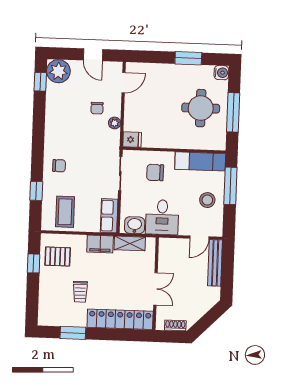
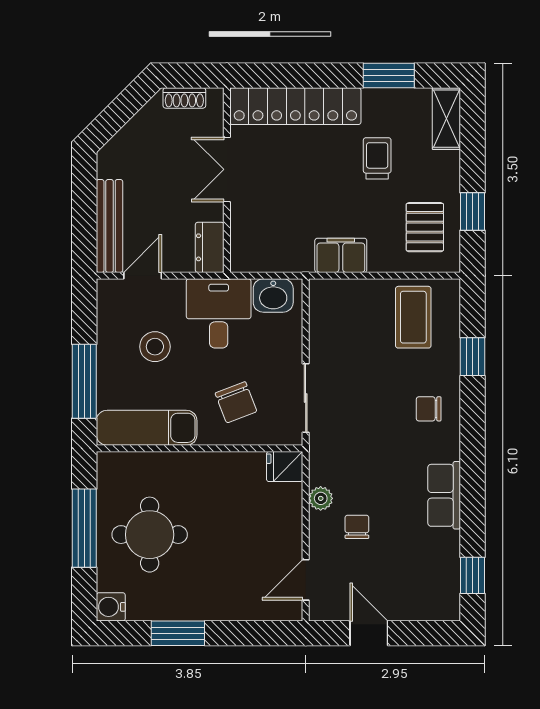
plant: (58, 71) -> (437, 598), removed
chair: (155, 173) -> (236, 402), turned 69
stool: (207, 200) -> (155, 347), moved
row of seats: (109, 216) -> (444, 495), moved, turned 180
shelving: (130, 243) -> (446, 119), moved, turned 90
dresser: (165, 250) -> (210, 247), added
pallet: (58, 257) -> (425, 227), turned 90

